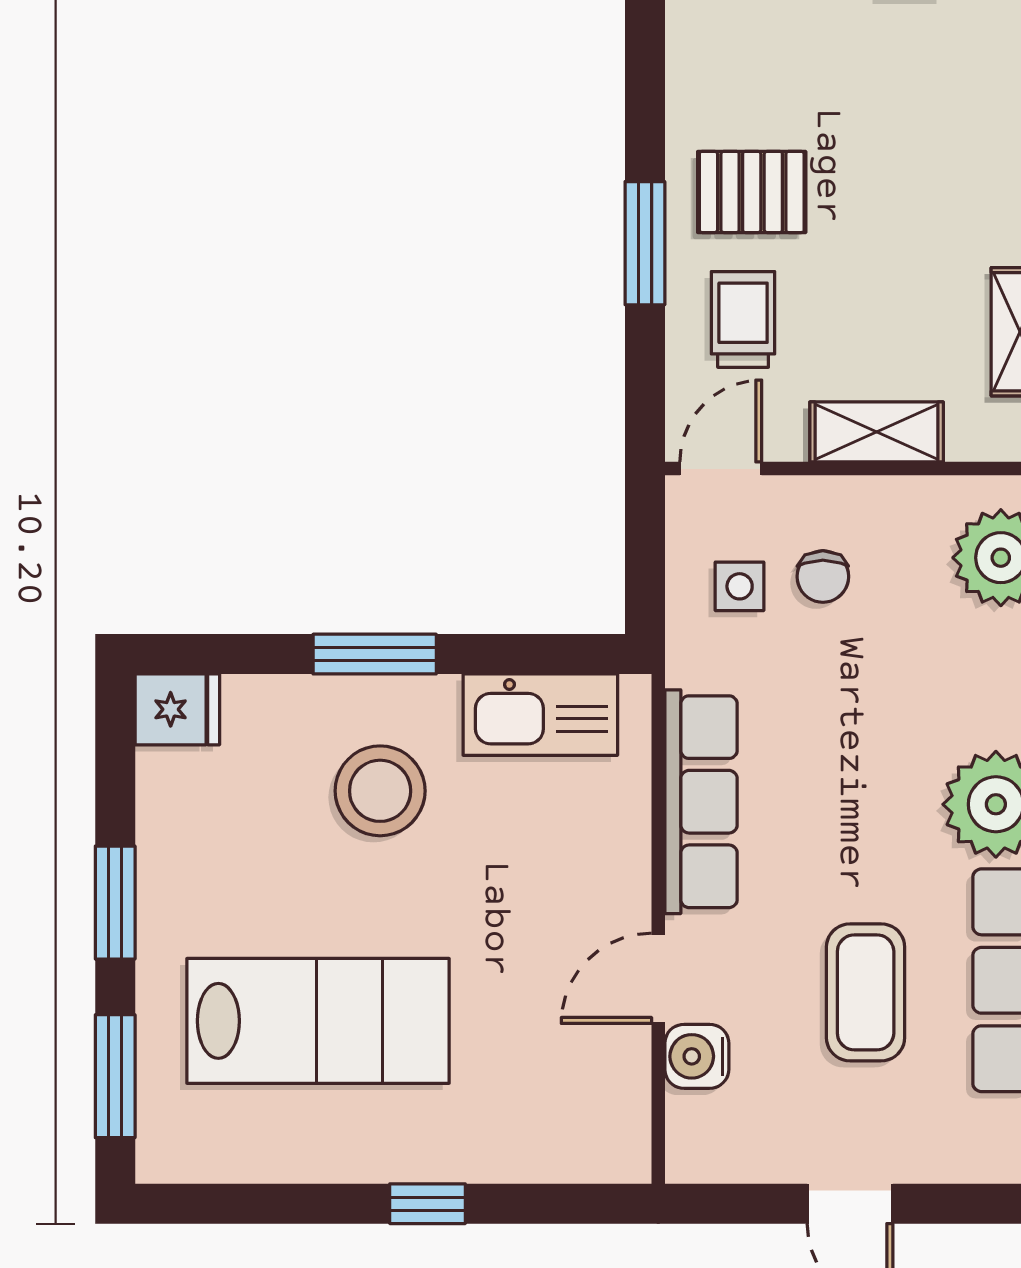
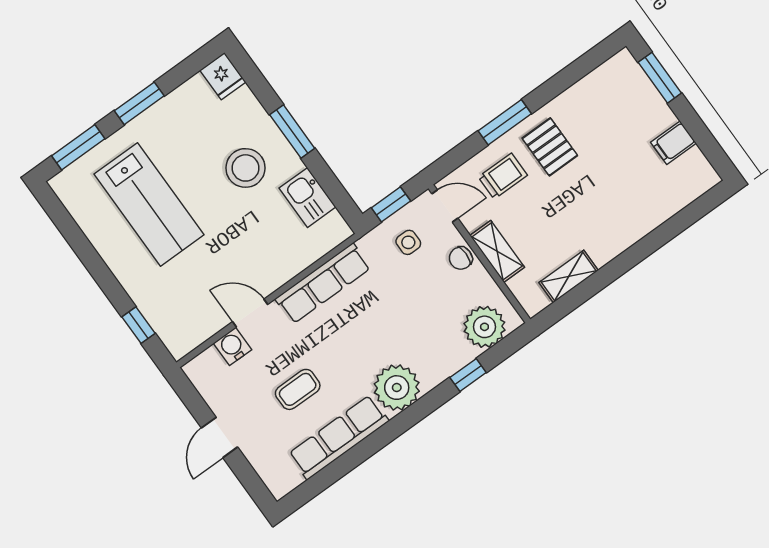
window: (645, 568) -> (391, 204), added
chair: (823, 577) -> (461, 258), moved
kitchen sink: (540, 715) -> (307, 198), width x0.73
coffee table: (866, 992) -> (298, 389), width x0.73, depth x0.77
window: (427, 1204) -> (138, 325), moved

